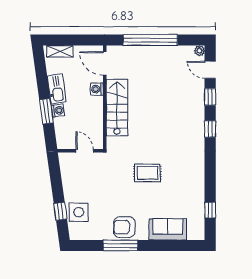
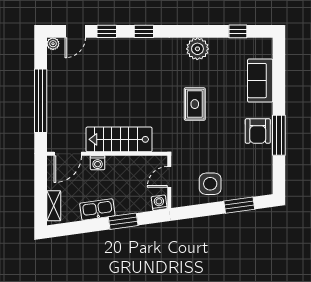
washing machine: (58, 110) -> (159, 203), moved
plant: (195, 175) -> (197, 49), added
window: (60, 211) -> (239, 205), width x1.50
side table: (79, 212) -> (210, 184), moved

